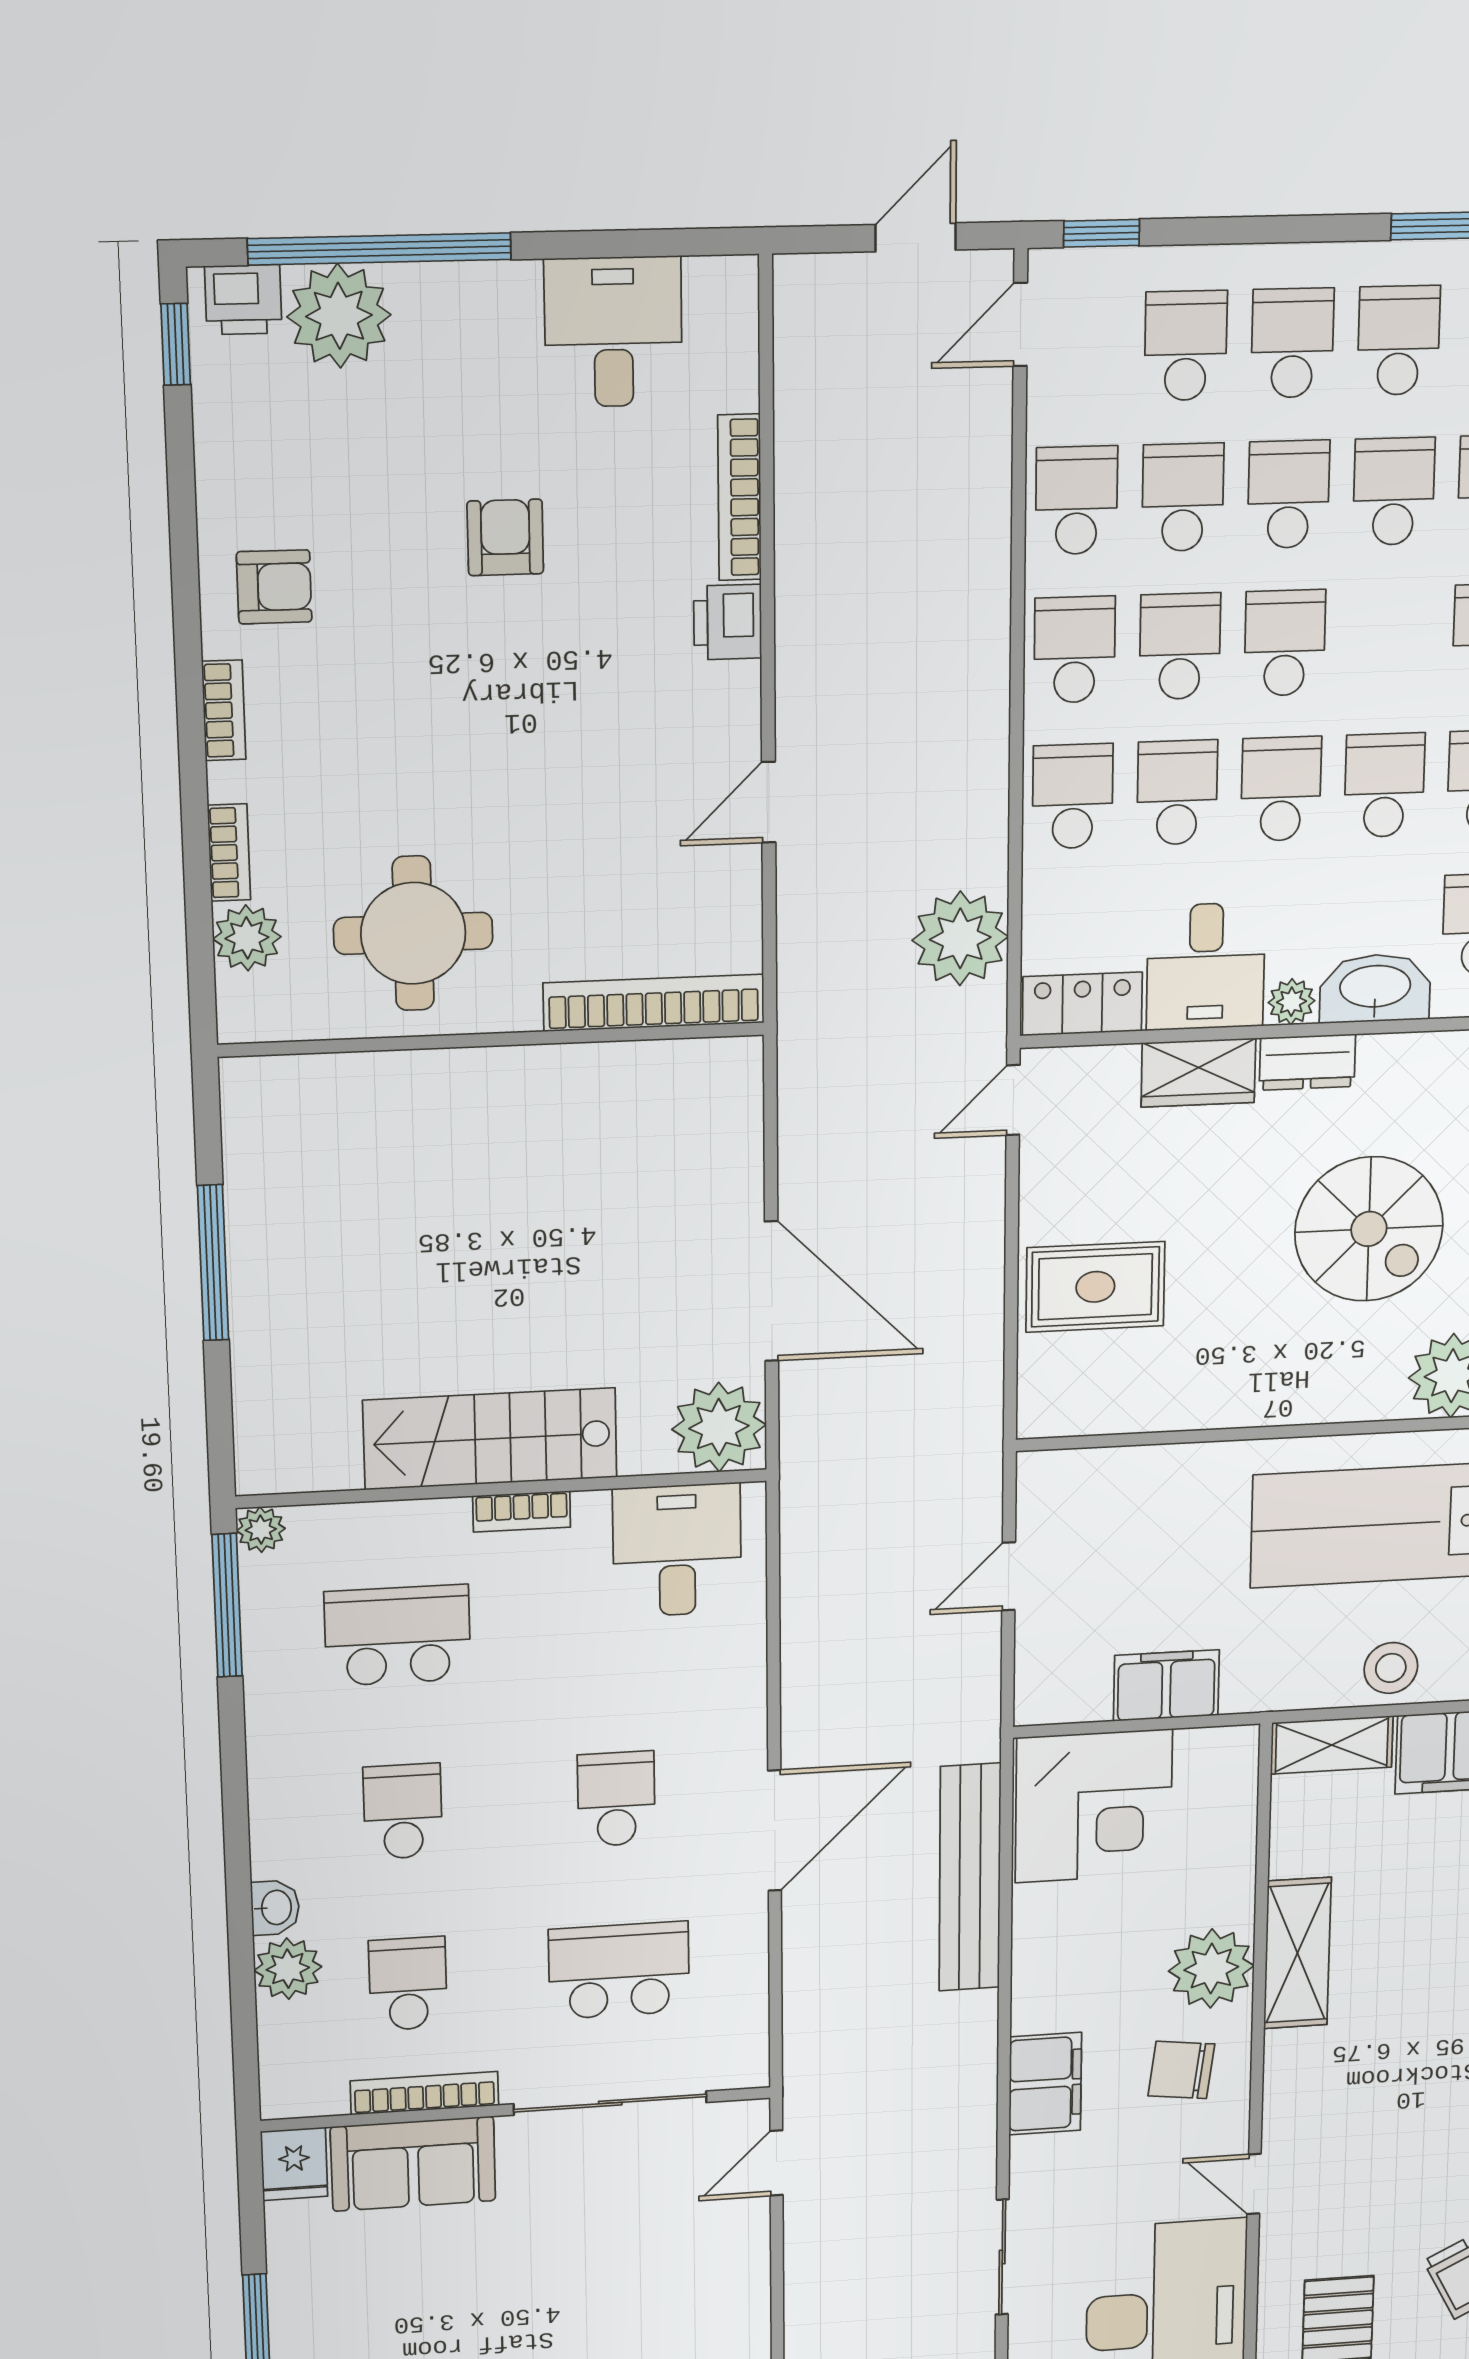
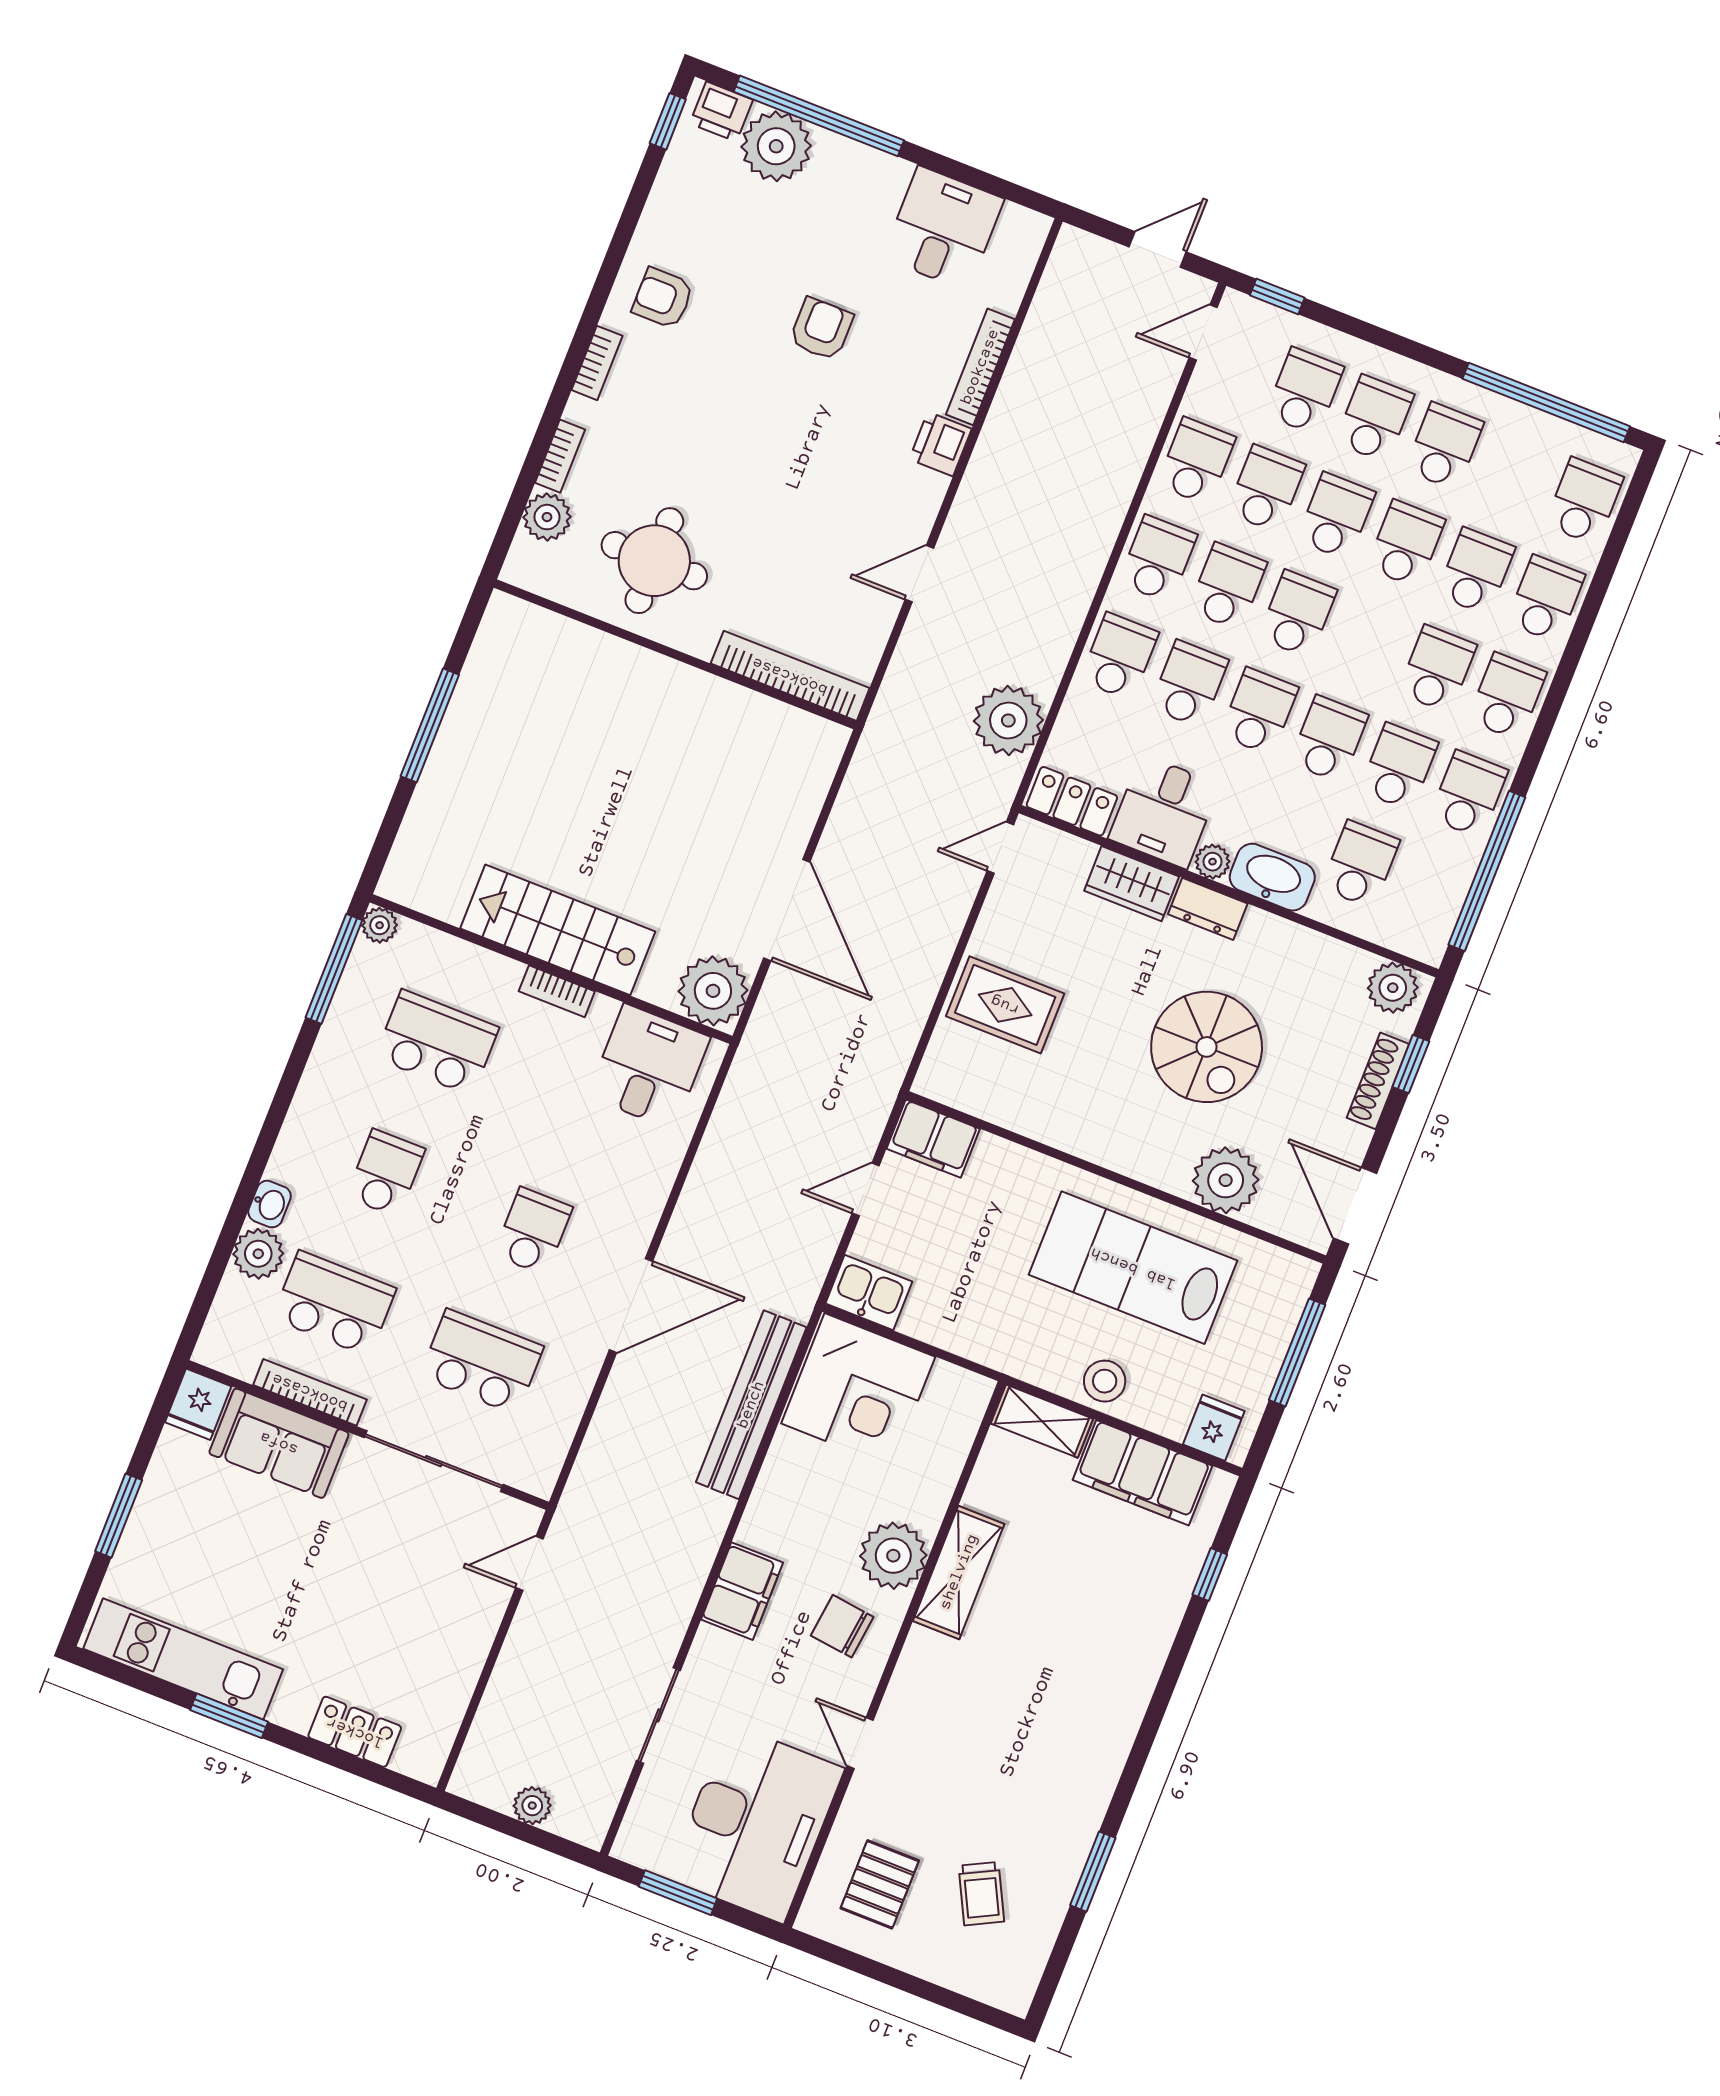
armchair: (274, 587) -> (663, 298), turned 180
filing cabinet: (1166, 1685) -> (933, 1139), moved, turned 180
kitchen sink: (1061, 1692) -> (869, 1293), added
school desk: (408, 1984) -> (334, 1303), width x1.85

